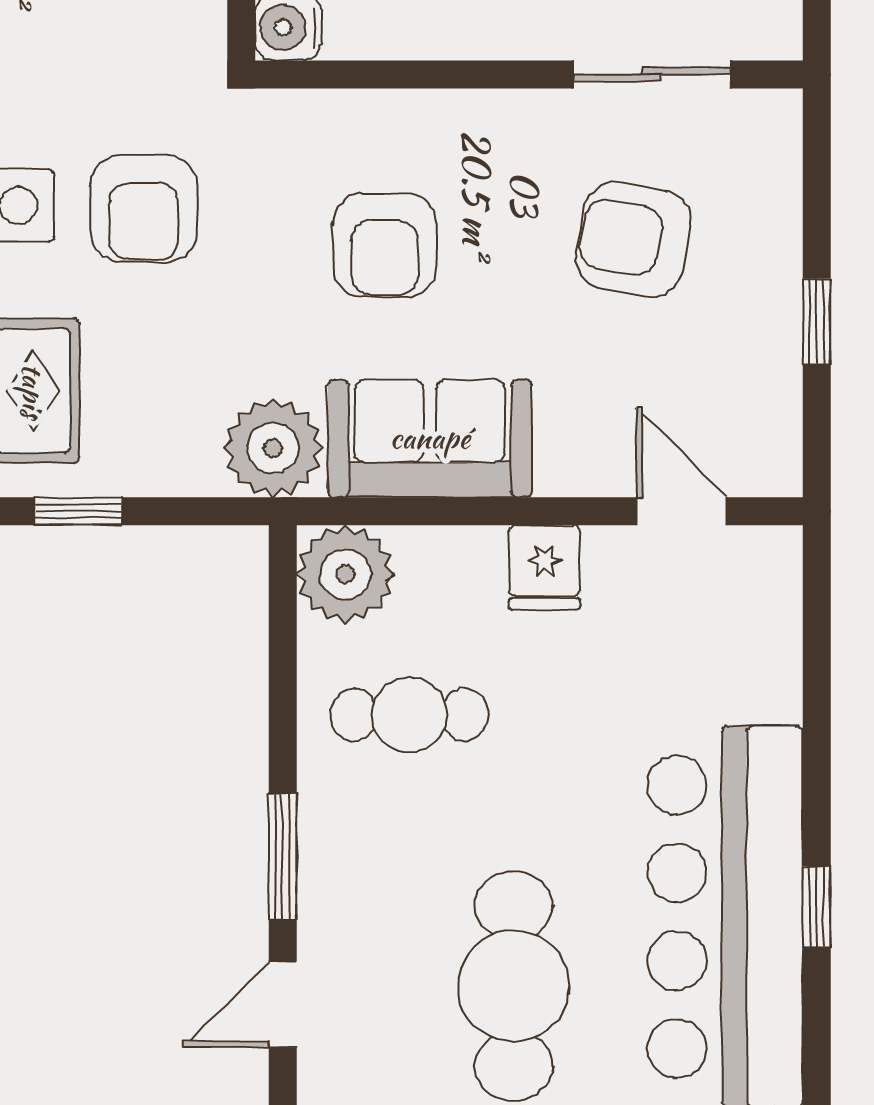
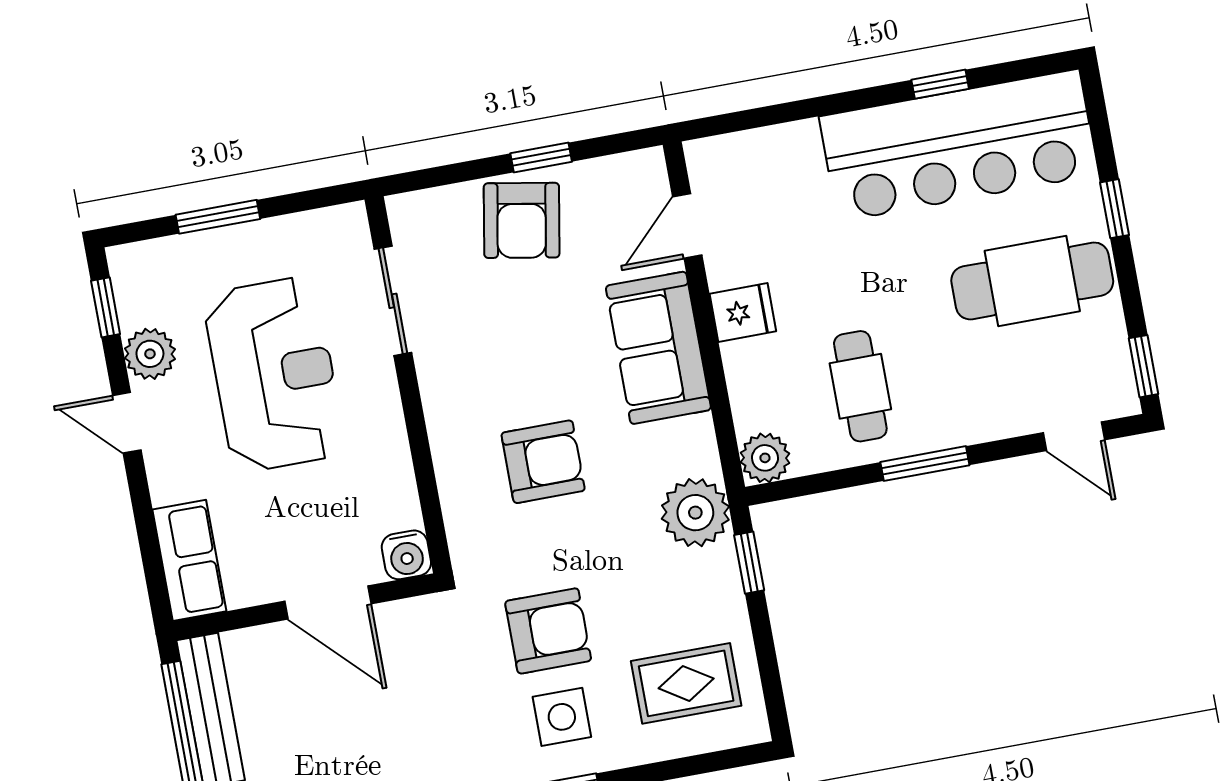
armchair: (633, 240) -> (522, 220), moved
sofa: (430, 438) -> (658, 348), moved
window: (78, 511) -> (749, 563), moved
plant: (345, 574) -> (765, 458), width x0.73, depth x0.73
window: (283, 857) -> (925, 464), moved

